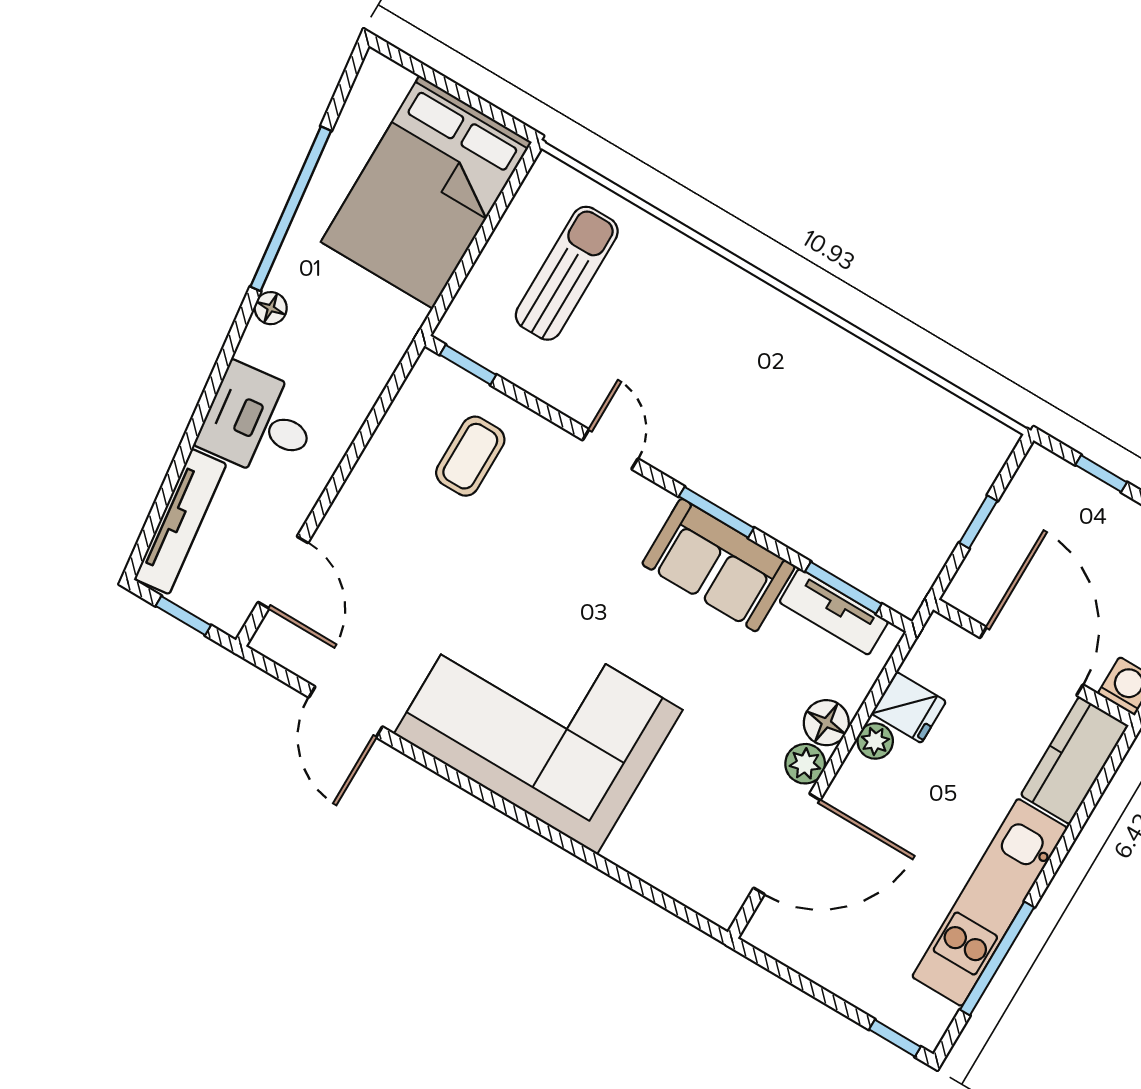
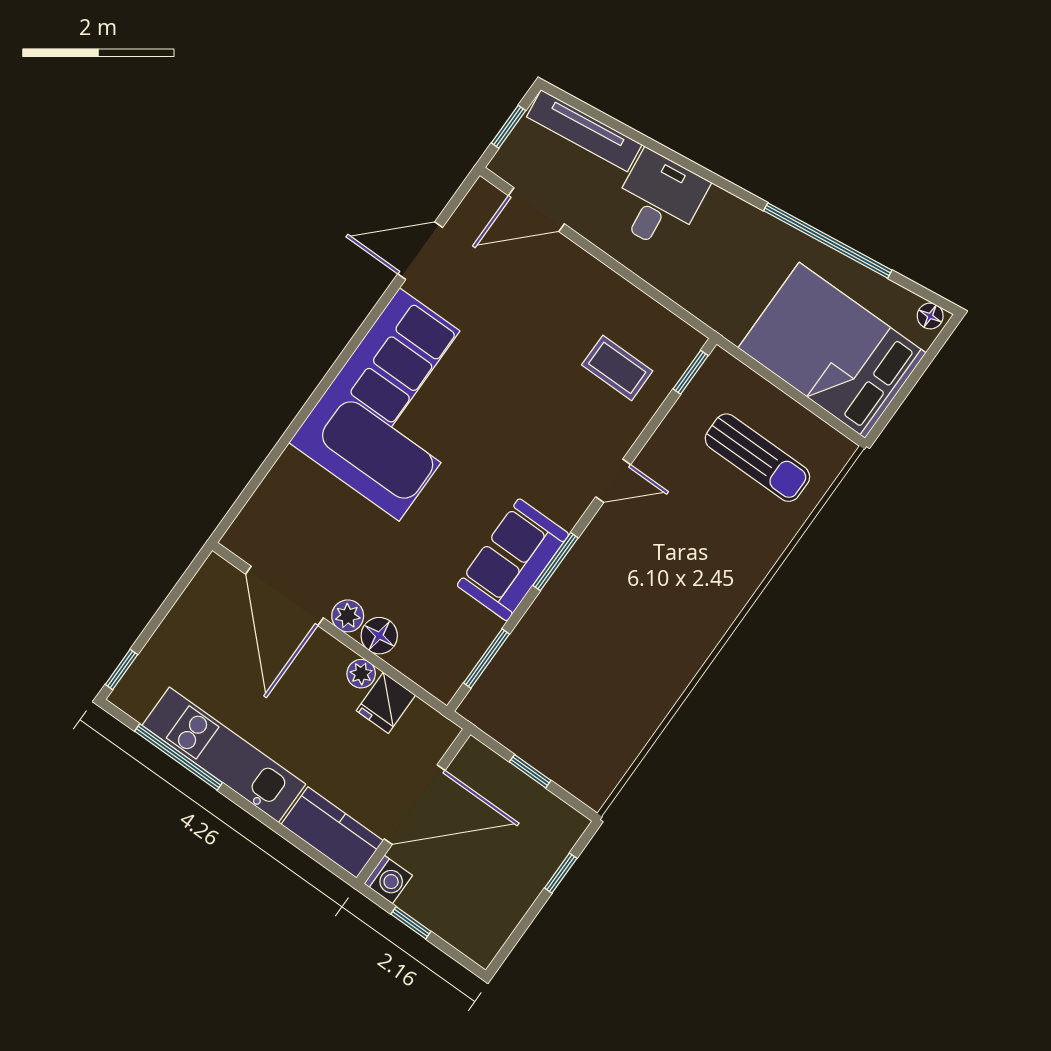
floor lamp: (271, 308) -> (930, 316), moved
tv unit: (834, 612) -> (468, 649), removed

